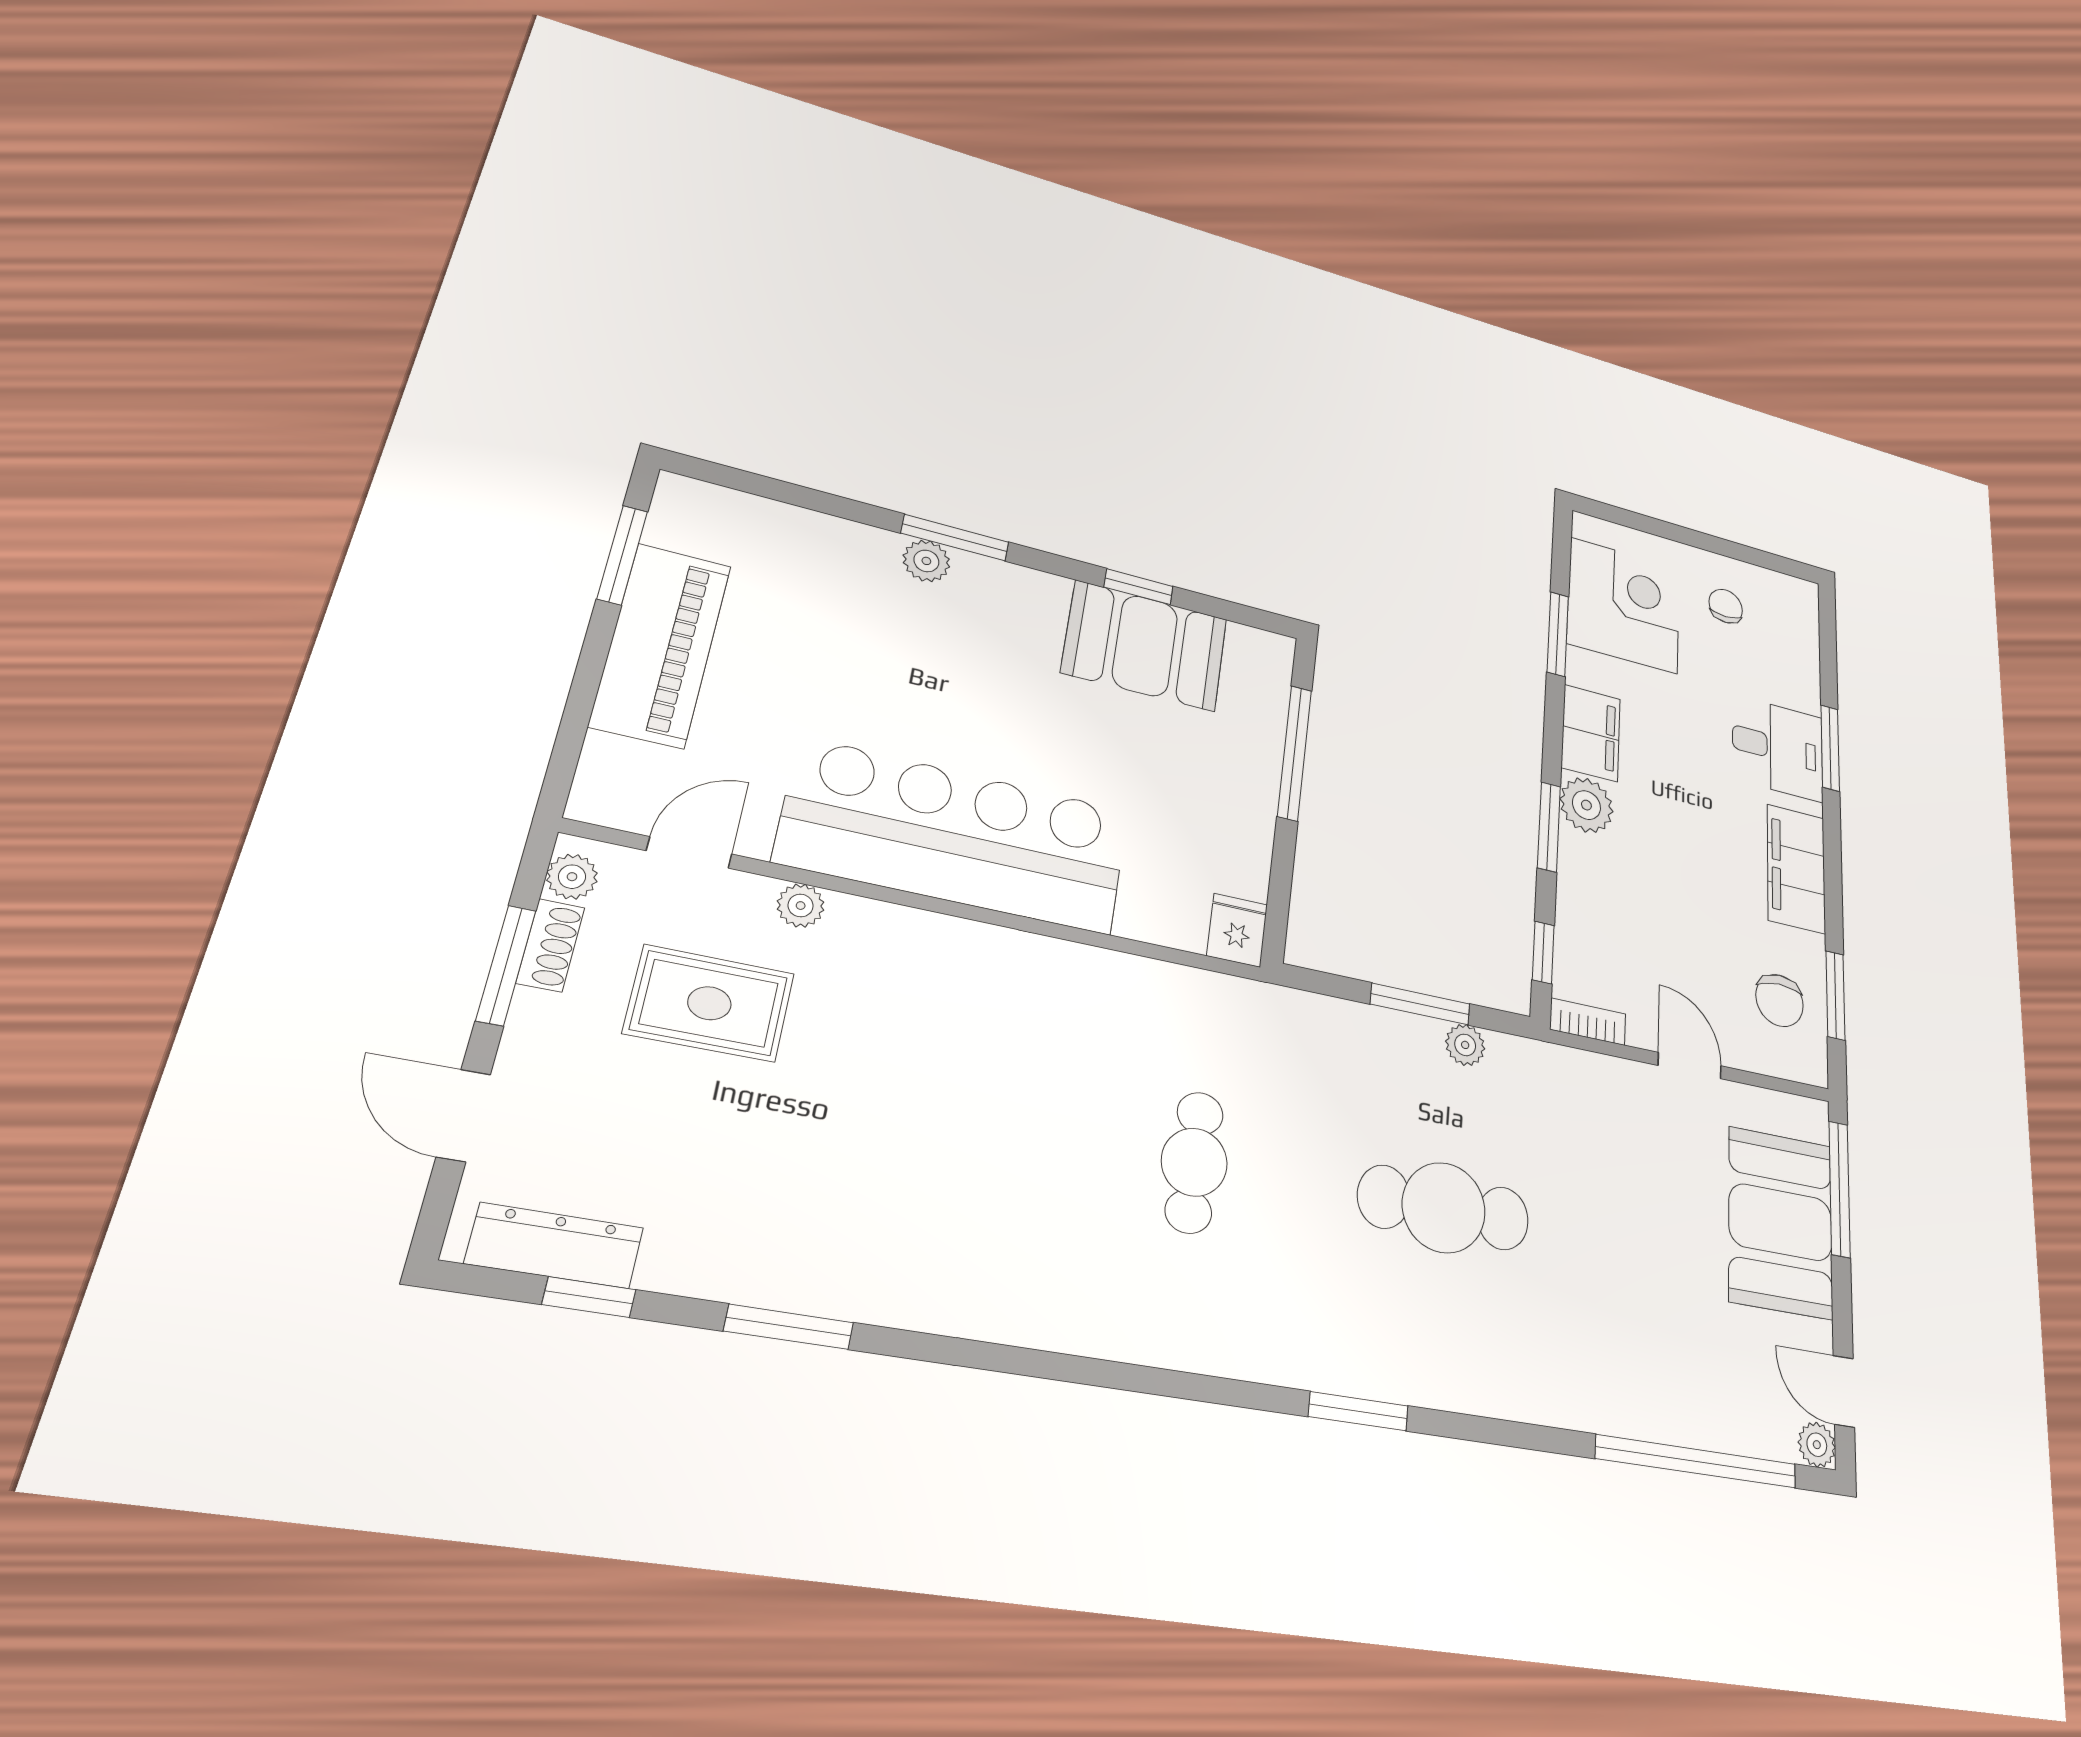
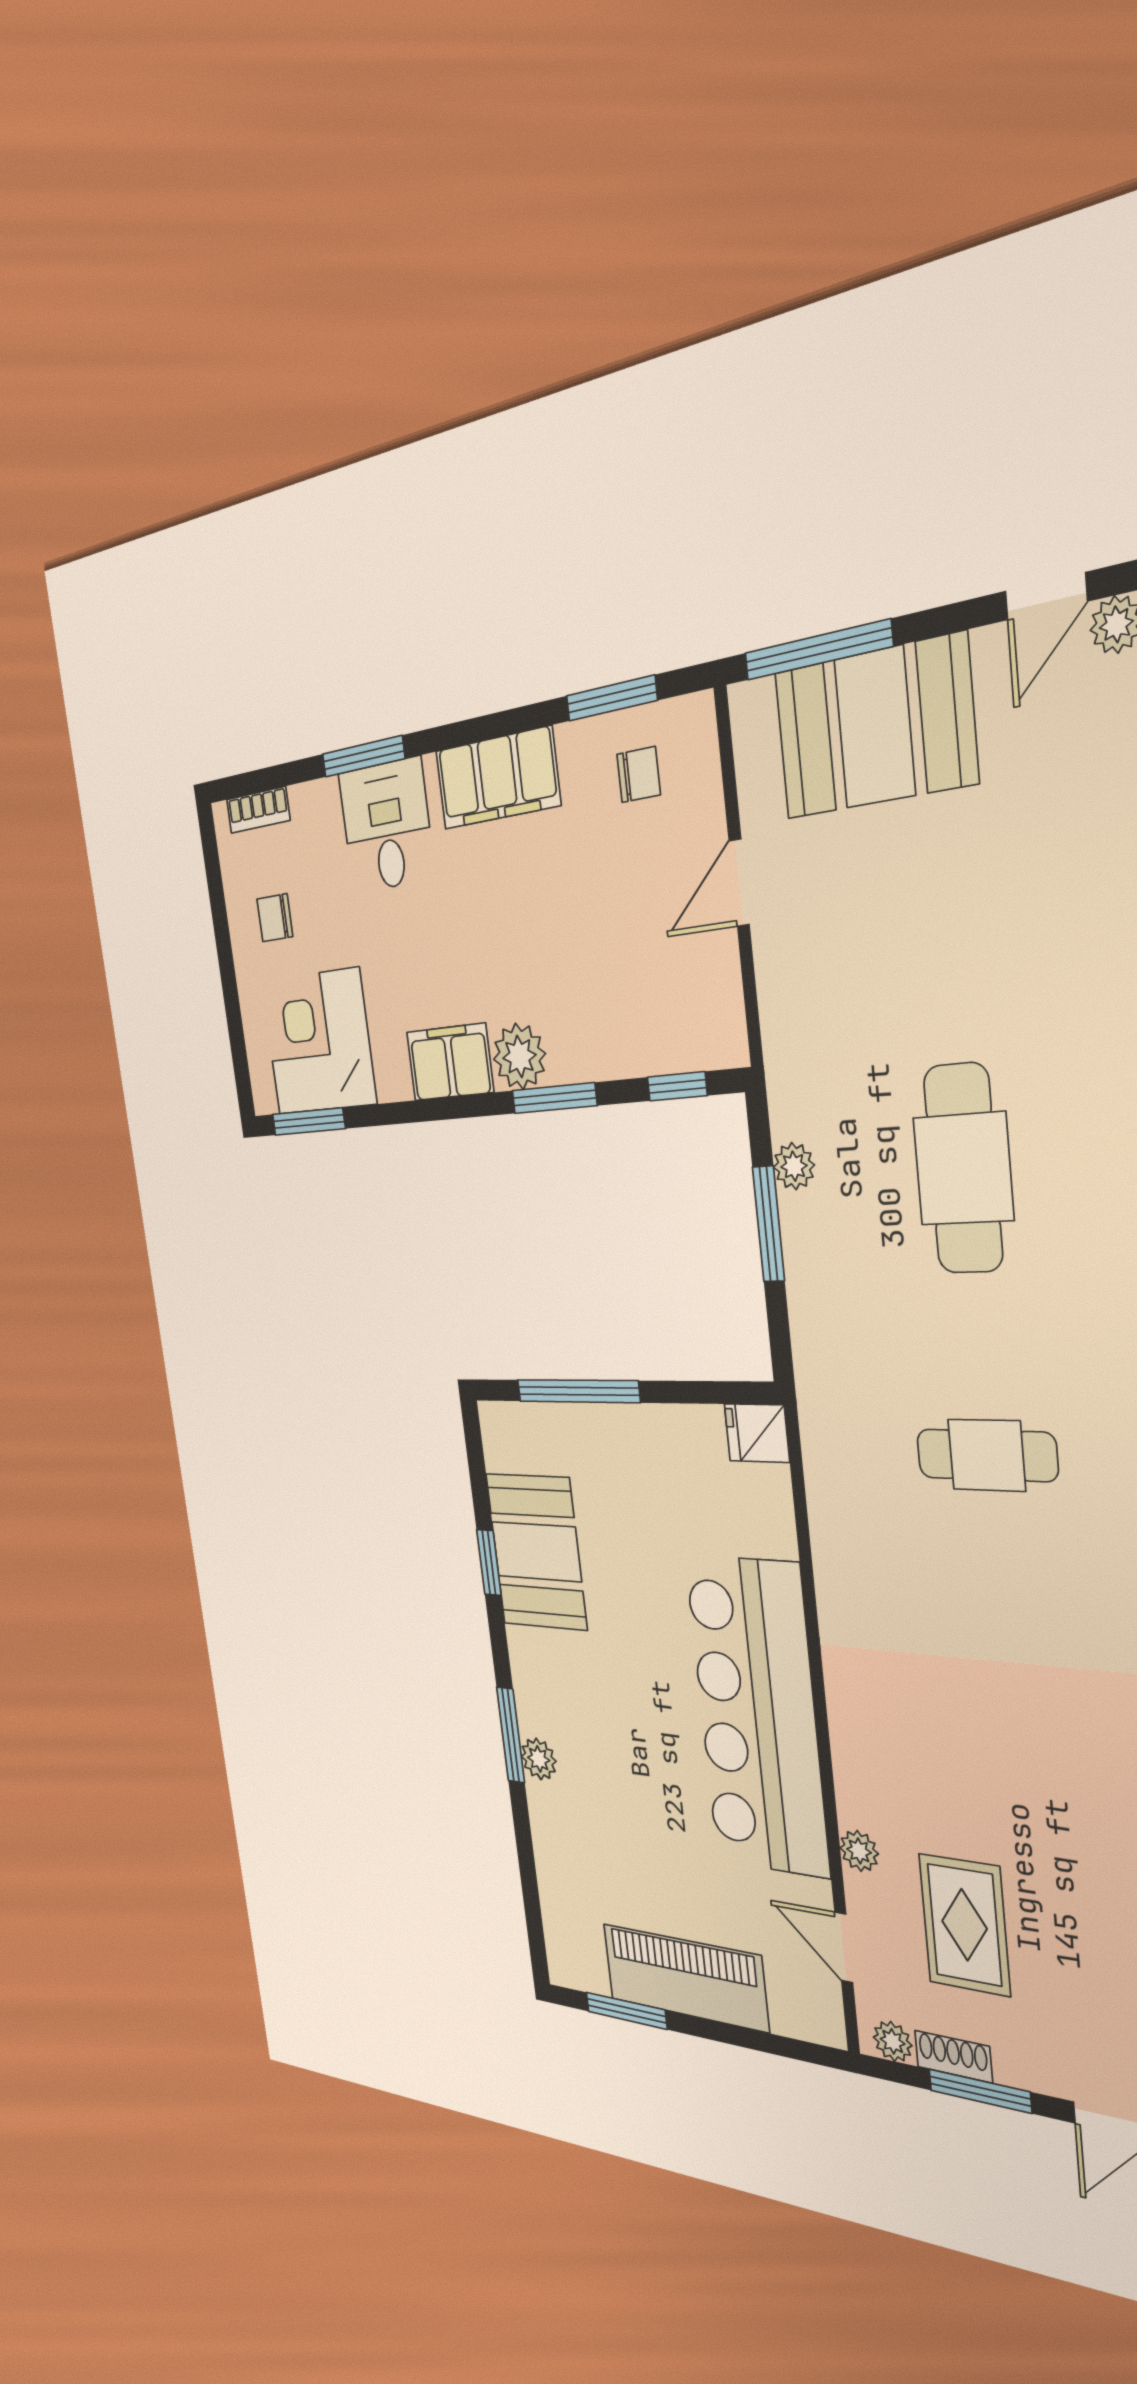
window: (1558, 634) -> (309, 1122), moved
chair: (1779, 1000) -> (639, 775), width x0.73, depth x0.73
bookcase: (1588, 1022) -> (258, 810), moved, turned -90

